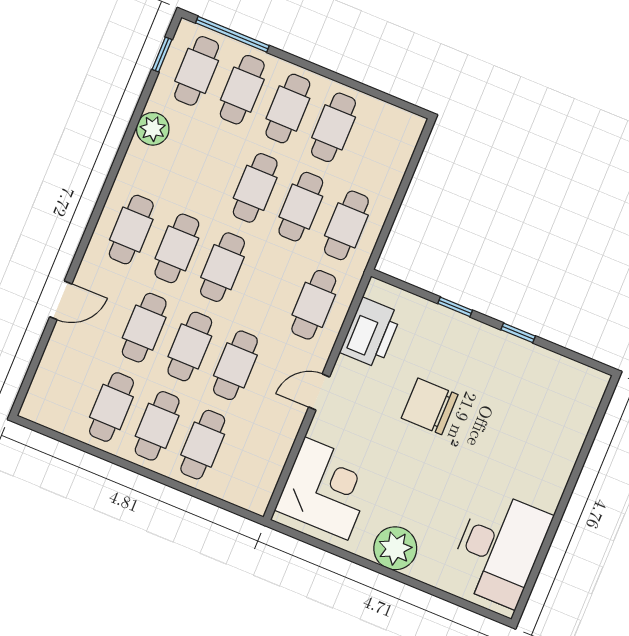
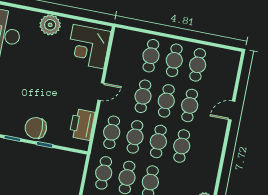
cafe table: (131, 230) -> (135, 137), moved
chair: (430, 406) -> (36, 128), moved, turned 180

